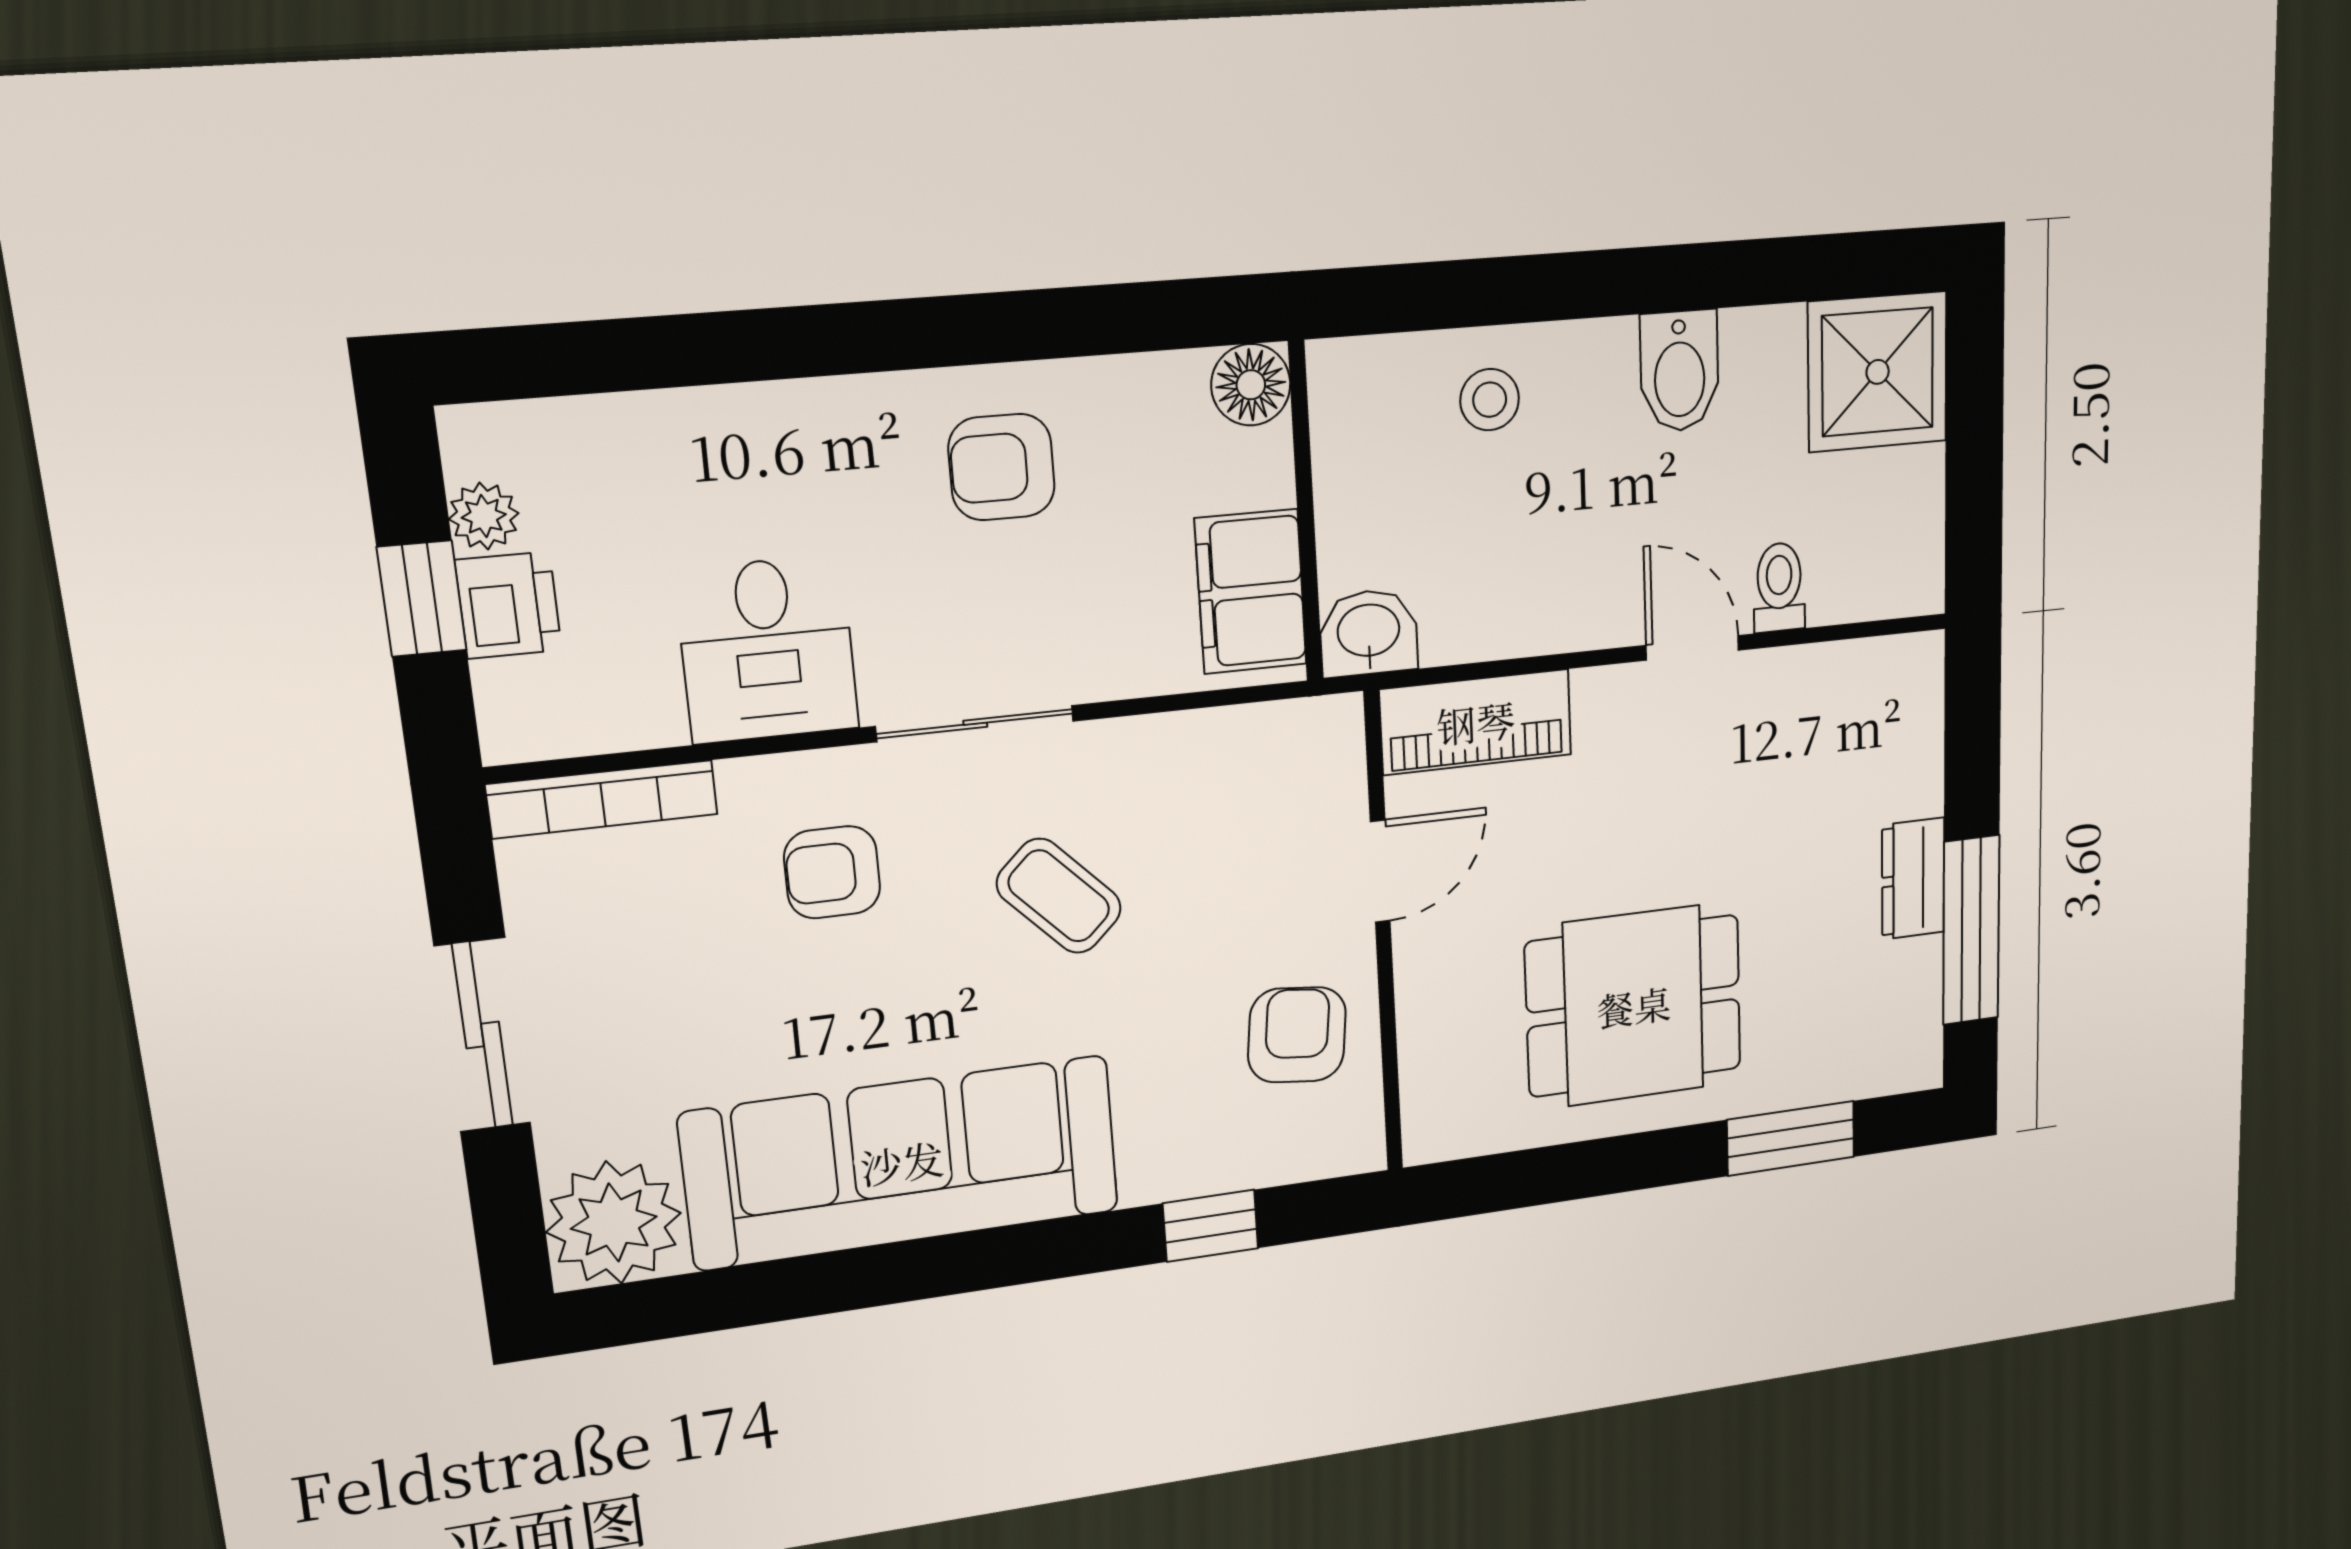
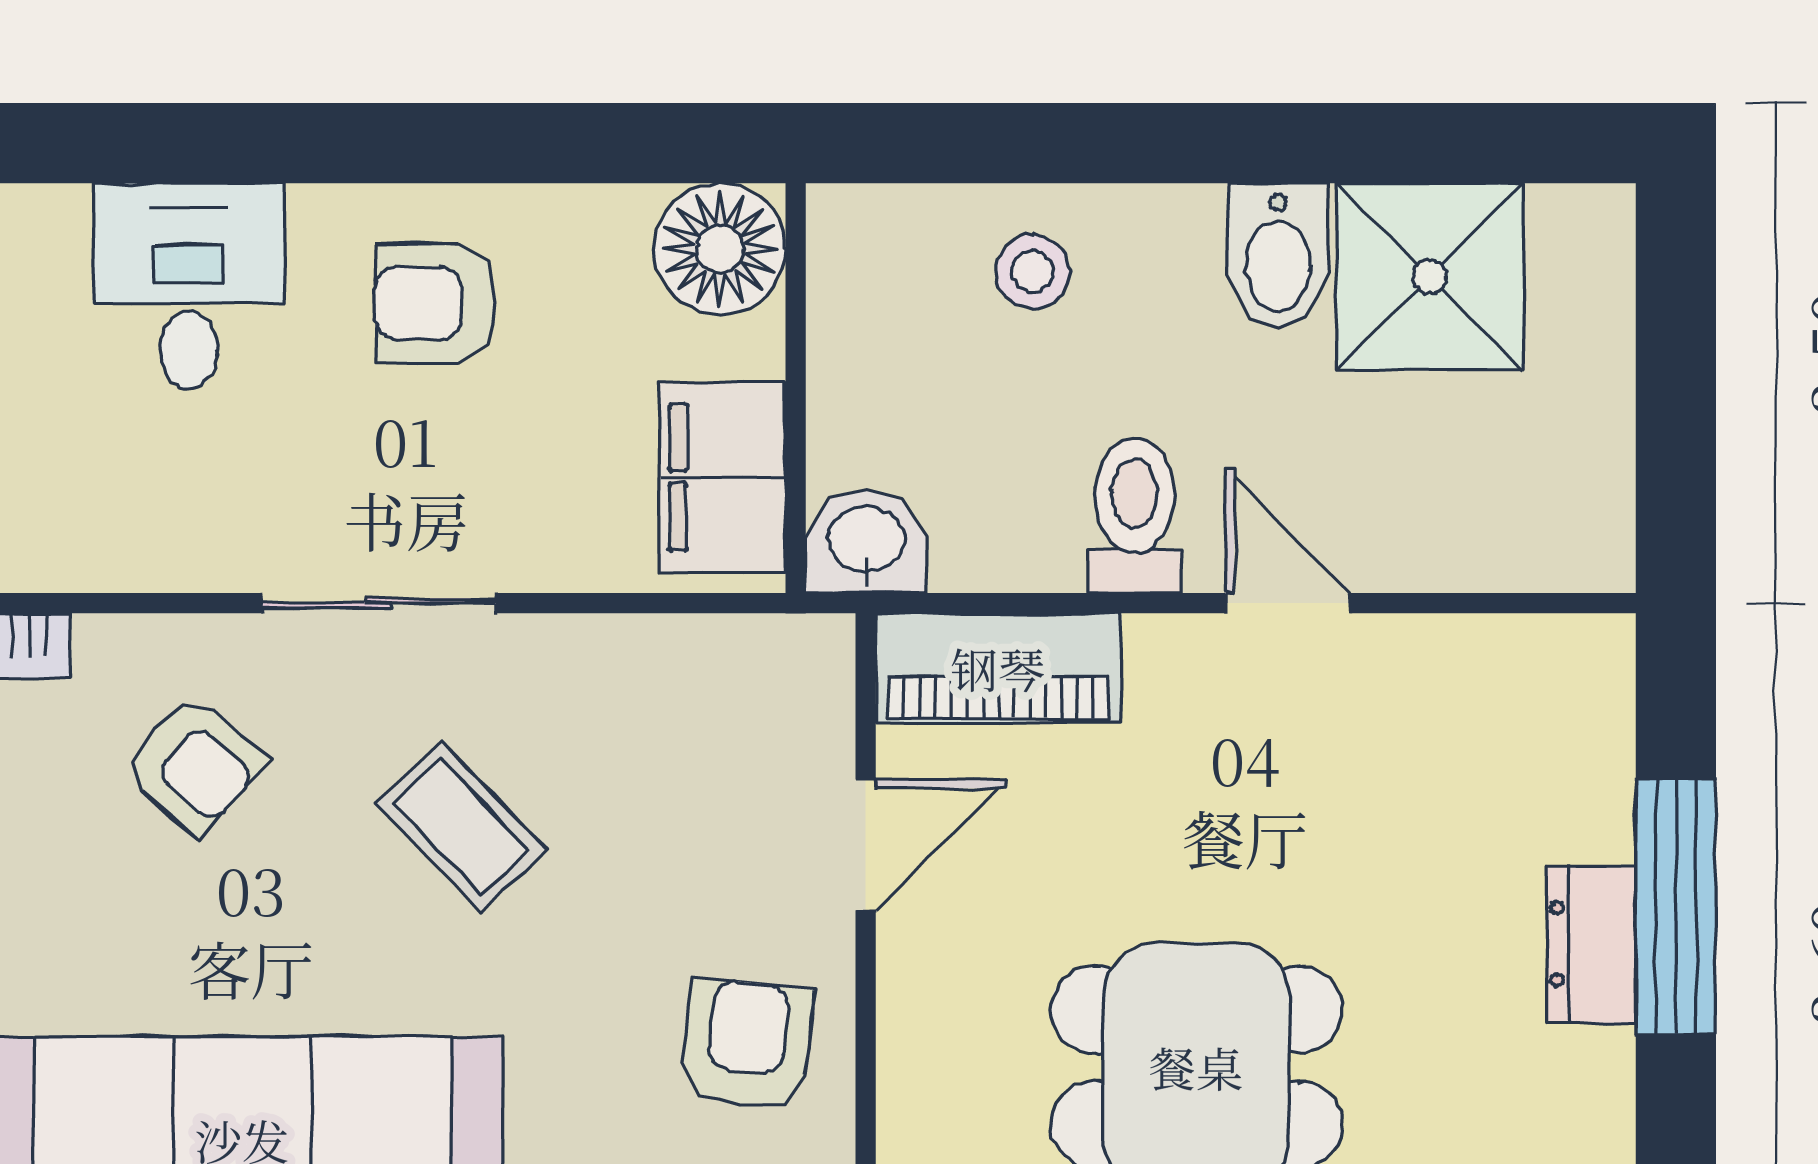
shower: (1878, 372) -> (1430, 277), moved
floor lamp: (1251, 385) -> (720, 249), width x1.38, depth x1.38
toilet: (1779, 587) -> (1135, 515), moved, width x1.37, depth x1.39
desk: (767, 649) -> (189, 286), moved, turned 180
armchair: (832, 872) -> (194, 764), turned -139
window: (1971, 930) -> (1676, 906), moved

